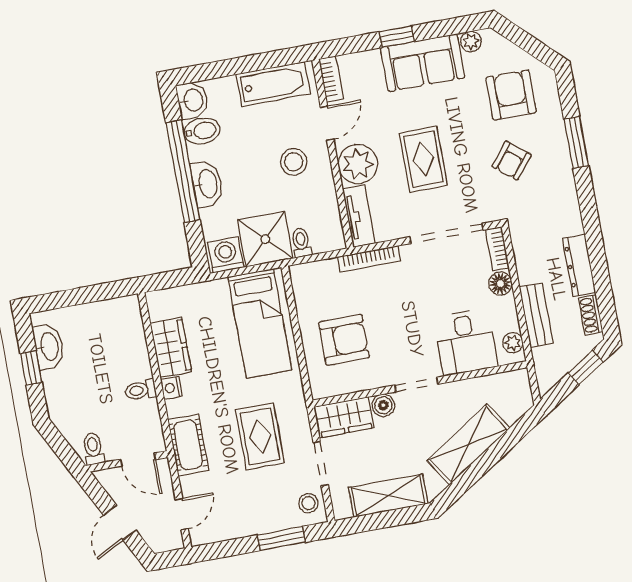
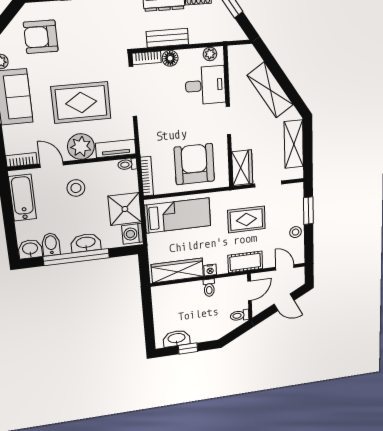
rug: (423, 159) -> (81, 103), width x1.36, depth x1.43
armchair: (512, 161) -> (87, 41), removed
toilet: (301, 243) -> (127, 164), moved
bookcase: (369, 259) -> (147, 176), moved
bench: (536, 315) -> (167, 38), moved
armchair: (344, 340) -> (194, 164), width x1.36, depth x1.36
wardrobe: (171, 347) -> (177, 270), width x1.50
boiler: (383, 405) -> (238, 143), removed
stool: (308, 503) -> (296, 232), moved

